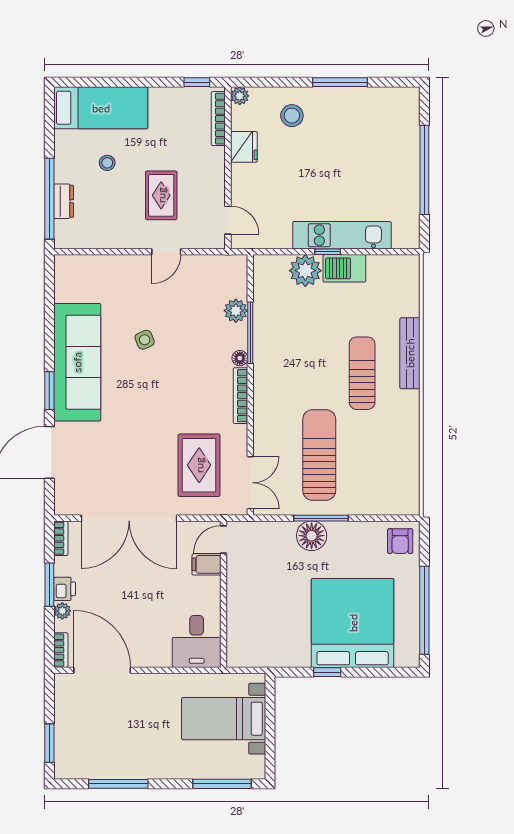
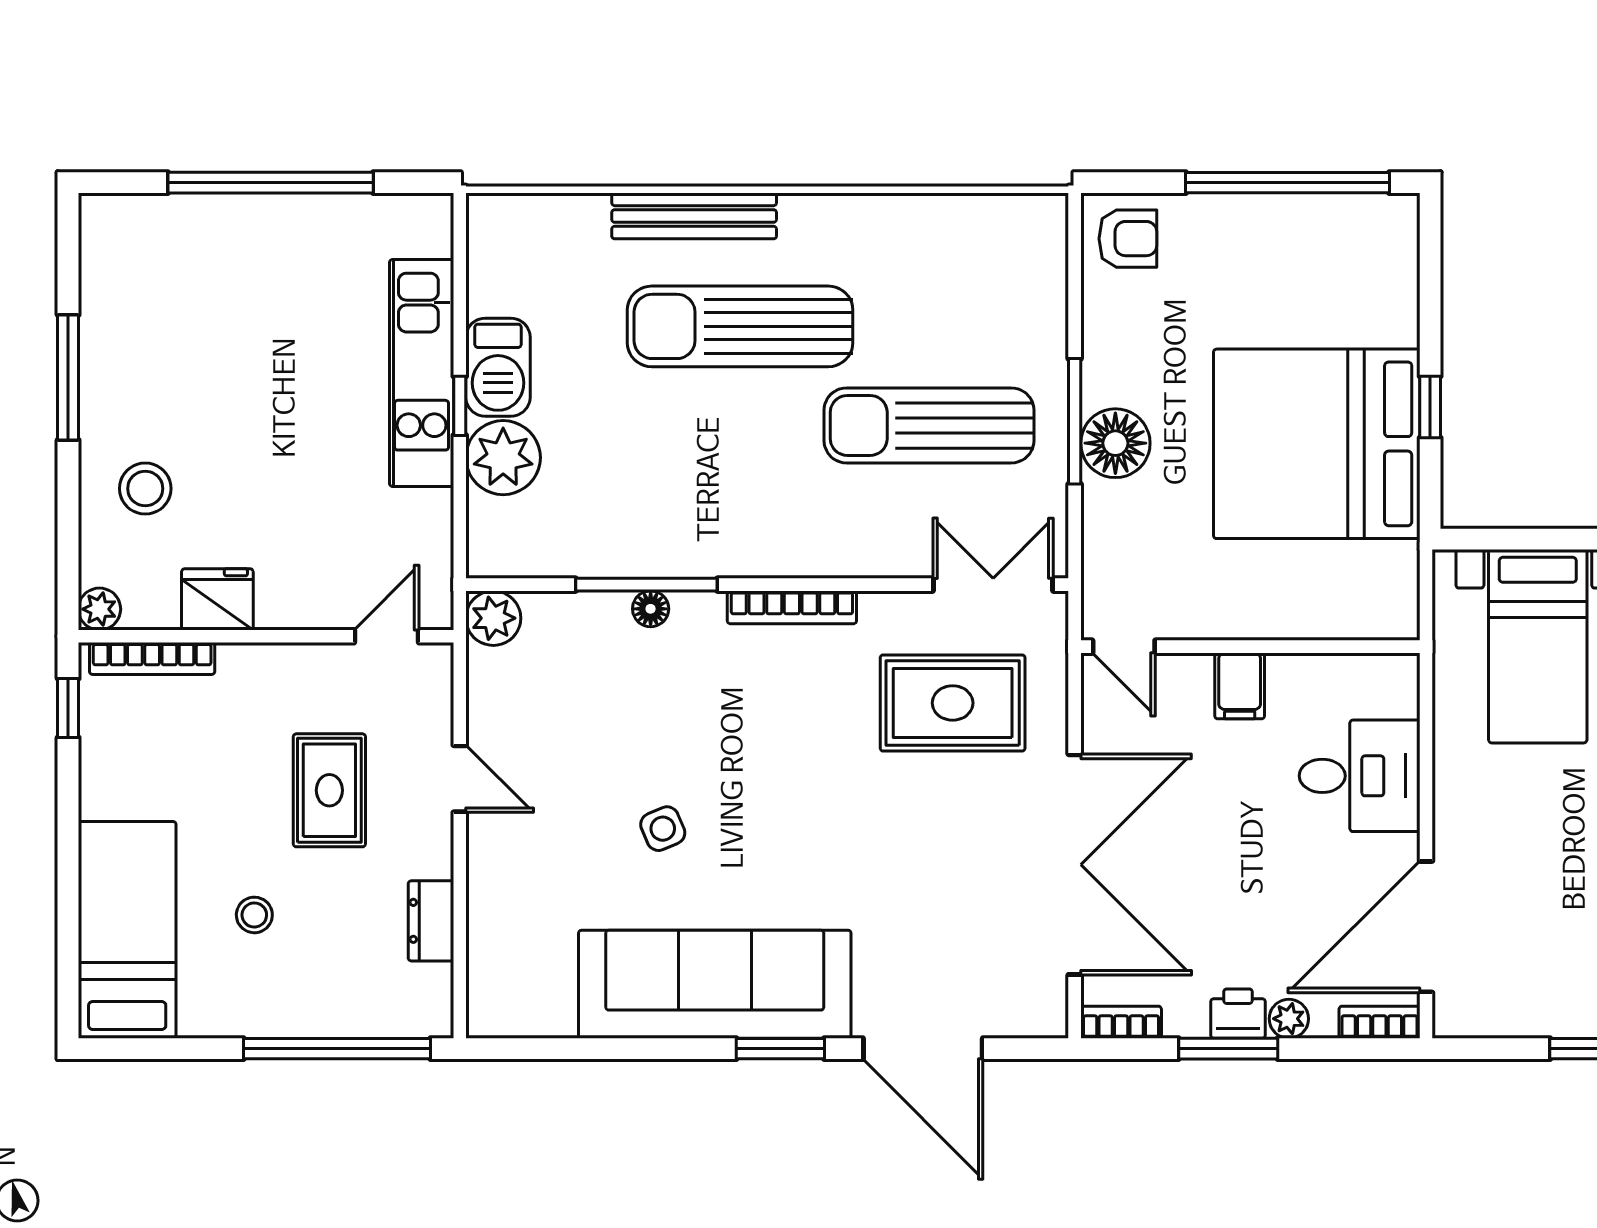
rug: (161, 195) -> (329, 790), turned 90
dresser: (64, 201) -> (431, 921), moved, turned -90
plant: (236, 311) -> (493, 618), moved
floor lamp: (240, 358) -> (651, 609), moved
sun lounger: (362, 373) -> (740, 326), width x1.36, depth x1.34
filing cabinet: (206, 564) -> (1240, 686), moved
bed: (353, 623) -> (1317, 444), moved
desk: (197, 641) -> (1360, 776), moved

